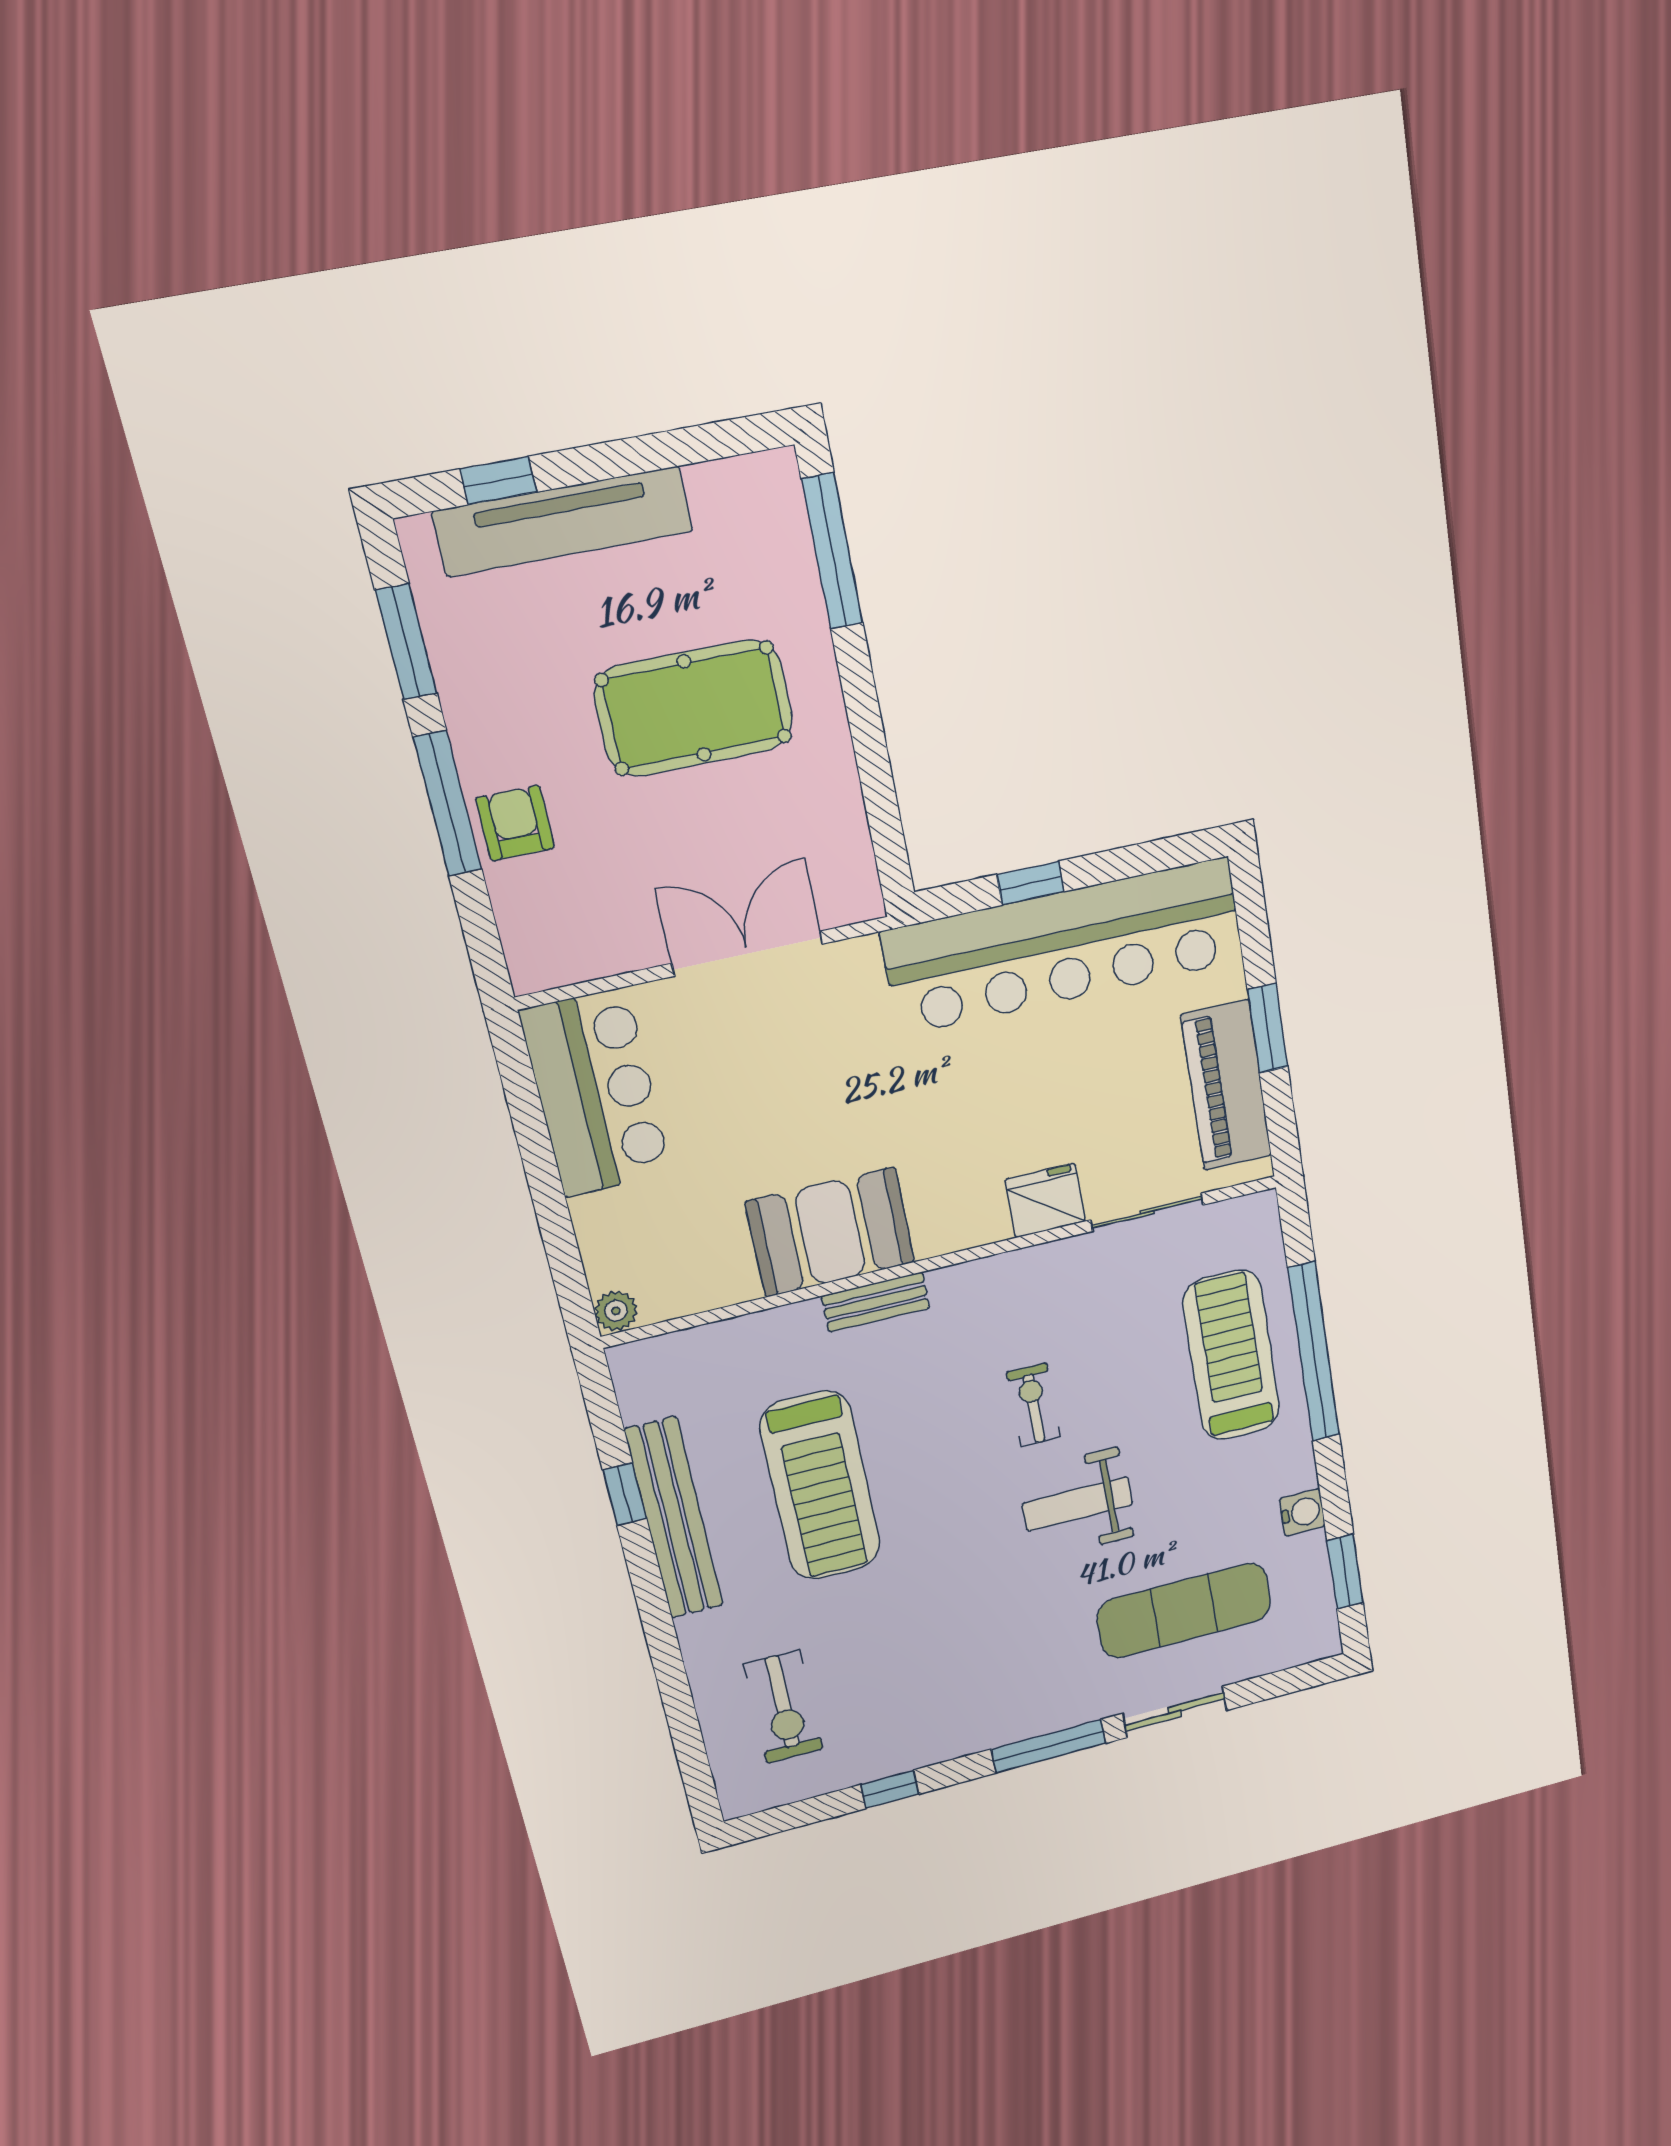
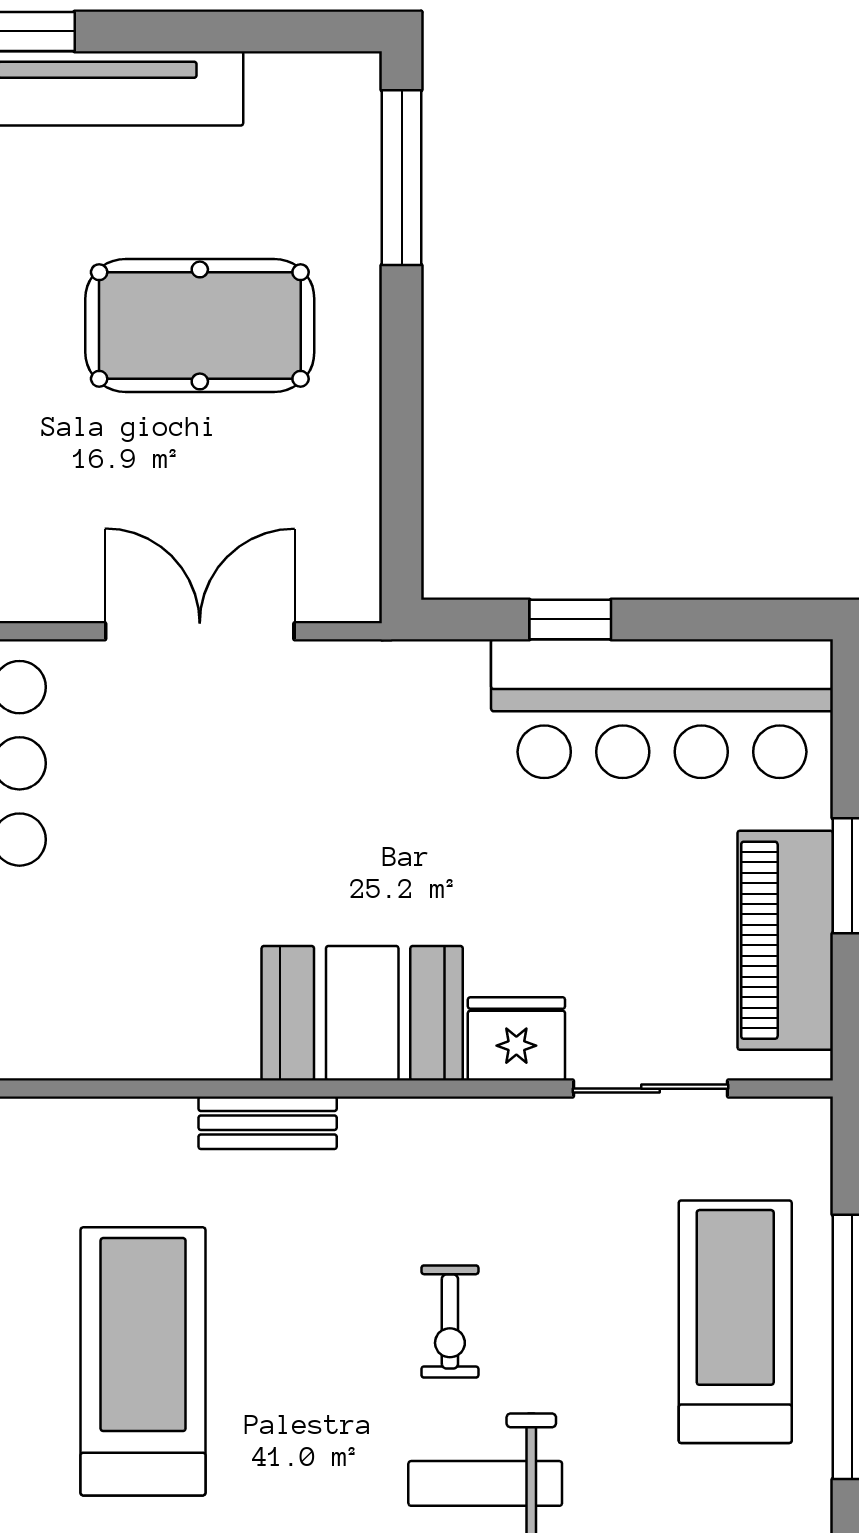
bar counter: (1064, 946) -> (662, 709), width x0.73
booth: (830, 1232) -> (362, 1013), moved
exercise bike: (1033, 1405) -> (450, 1321), turned 180
treadmill: (820, 1486) -> (143, 1361), turned 180

